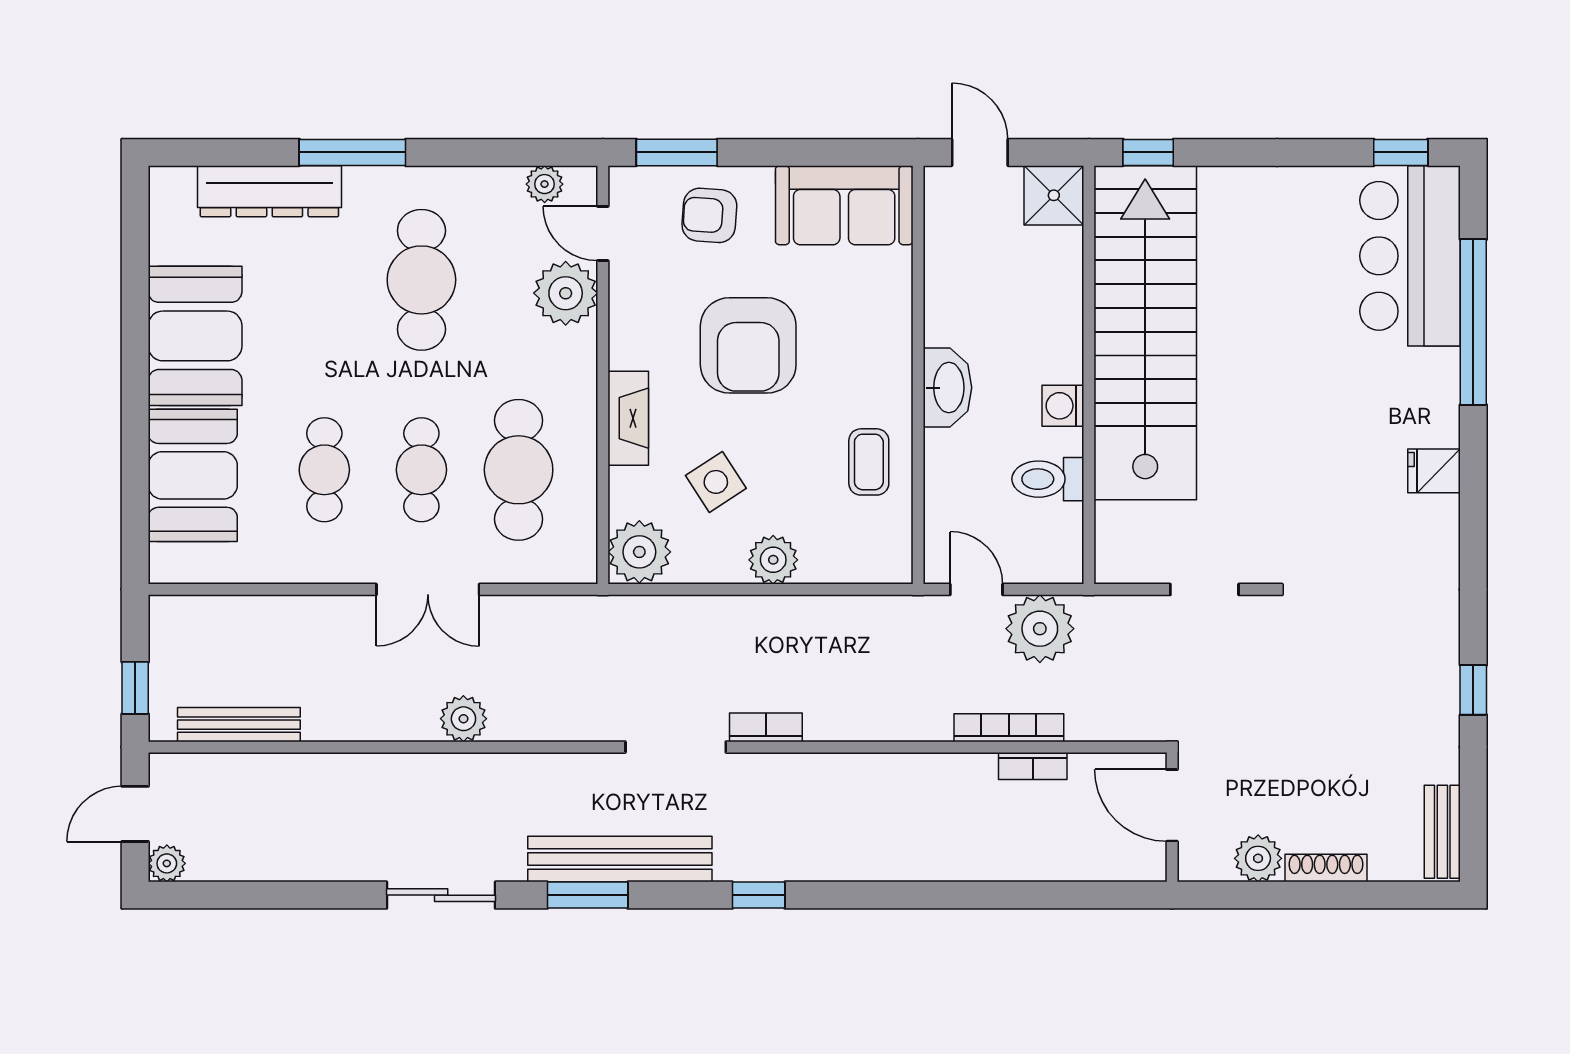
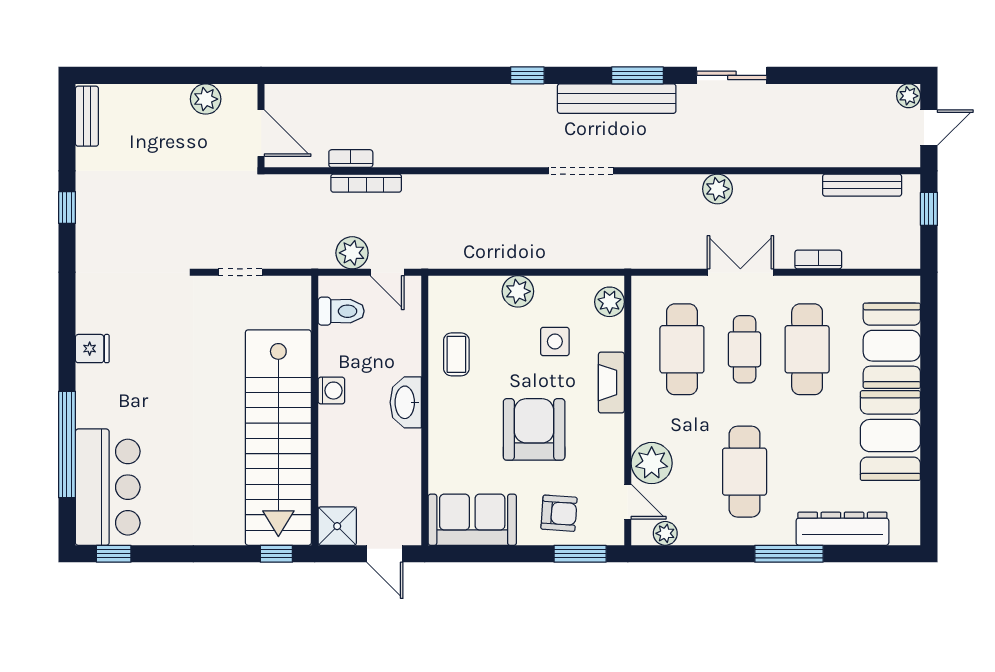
cafe table: (324, 470) -> (807, 349), width x1.37, depth x1.35
toilet: (1048, 479) -> (341, 311), moved
side table: (716, 482) -> (555, 341), turned 33
plant: (639, 552) -> (610, 302), width x0.73, depth x0.73
plant: (1040, 629) -> (352, 253), width x0.73, depth x0.73
bookcase: (766, 727) -> (818, 260), moved, turned 180
shoe rack: (1326, 868) -> (162, 93), removed

